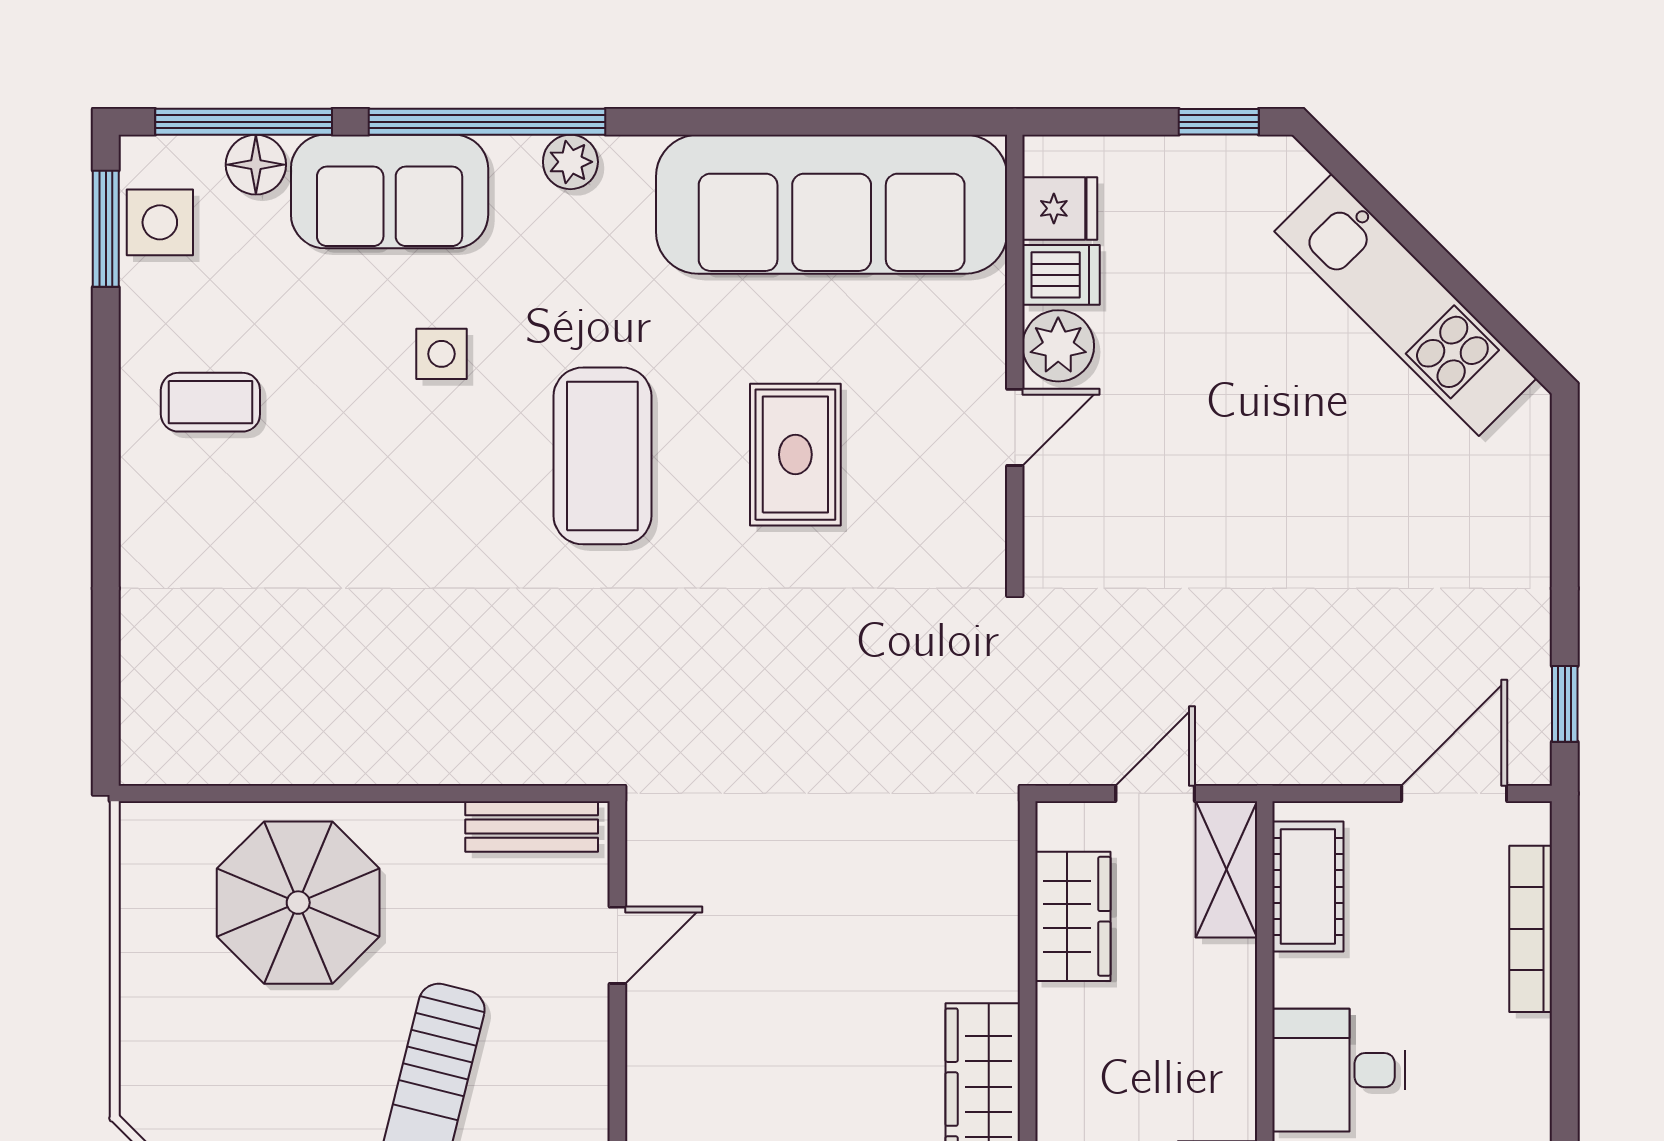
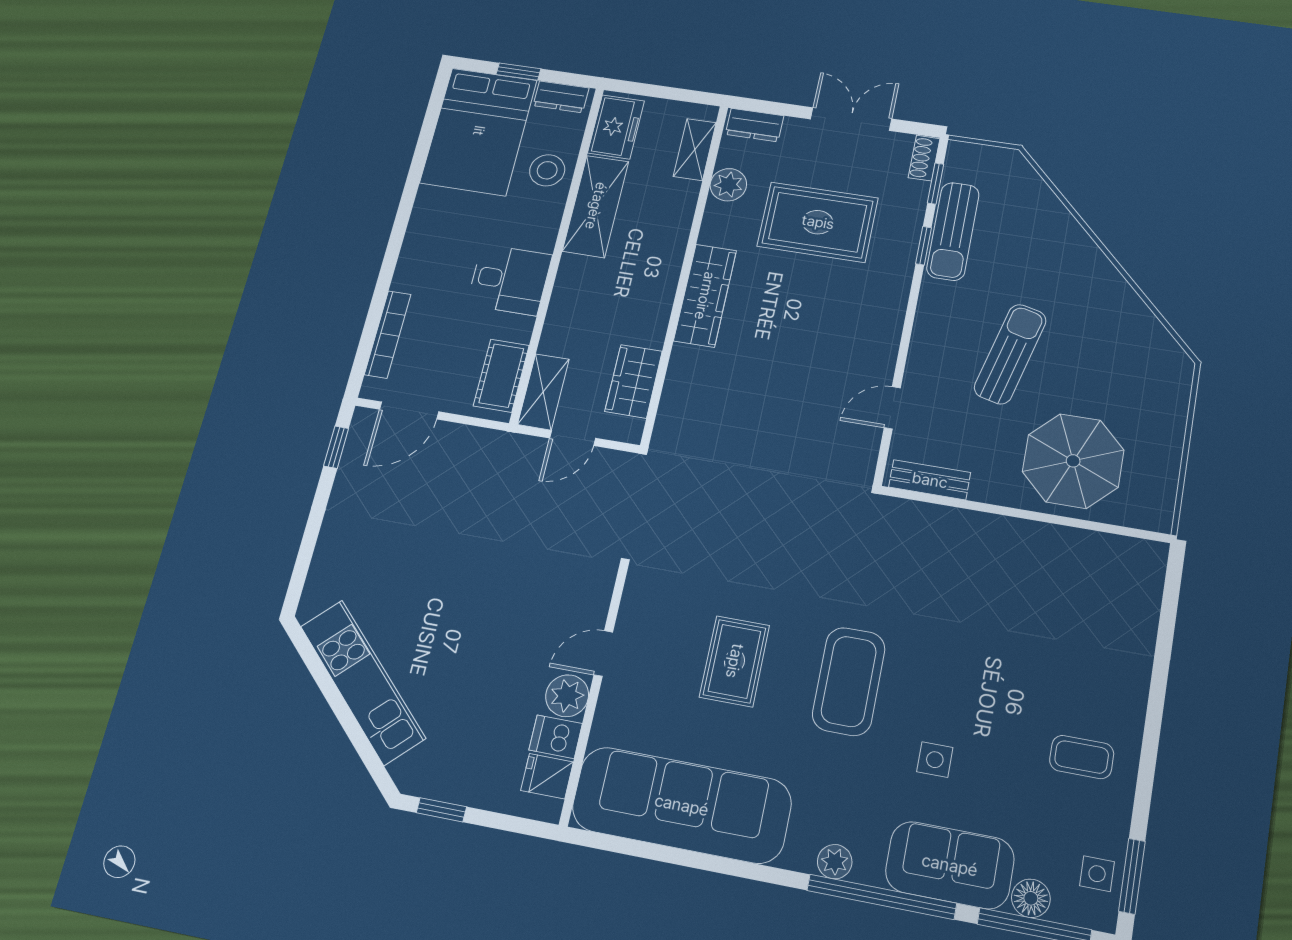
side table: (160, 222) -> (1097, 874), width x0.73, depth x0.73

